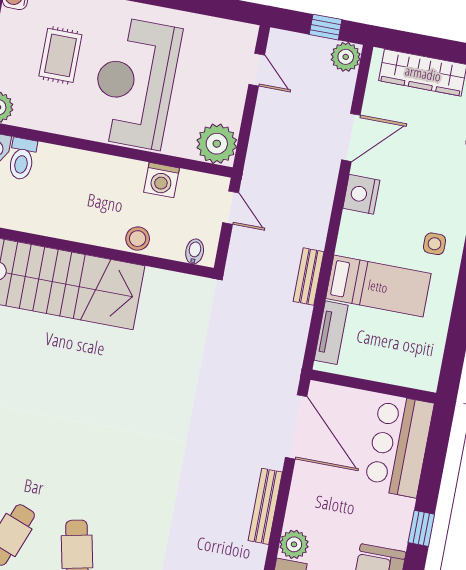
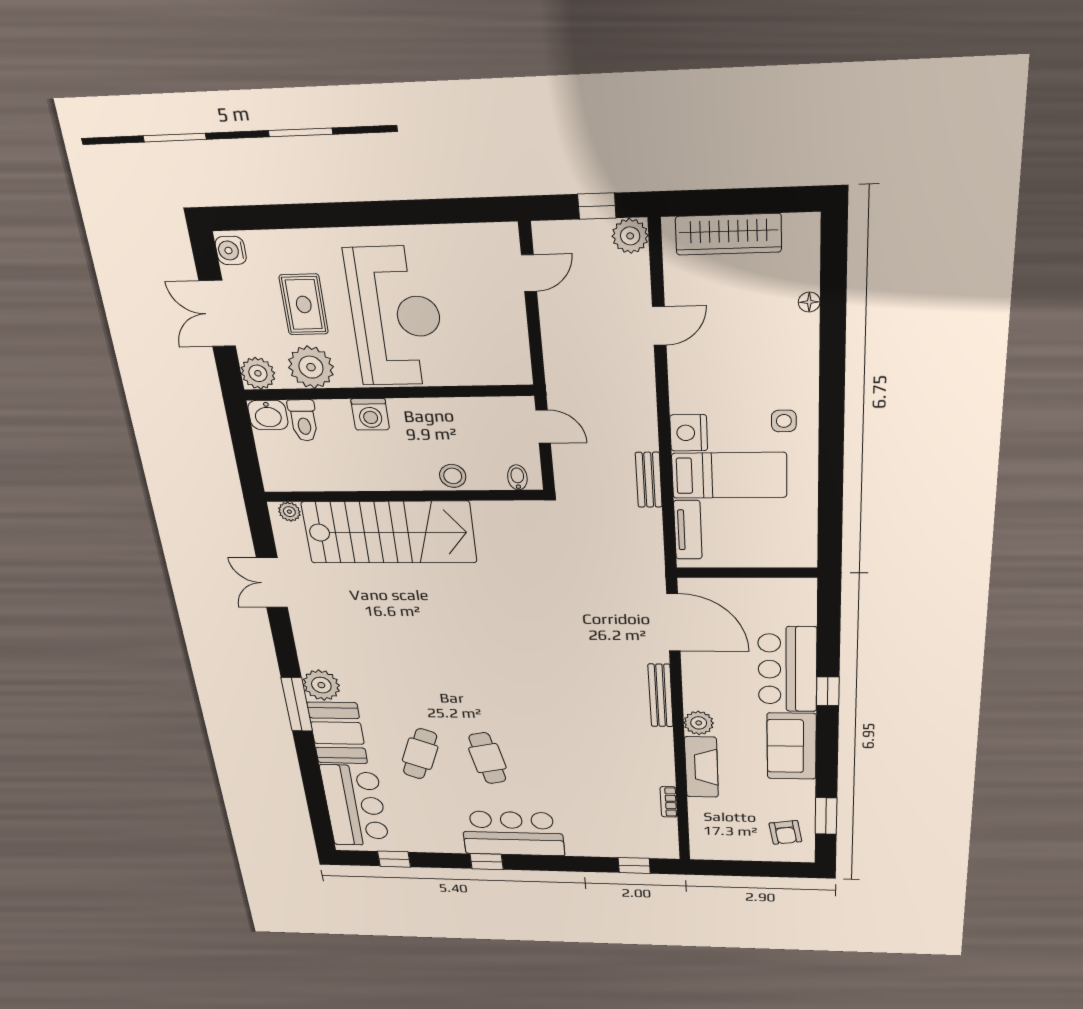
door: (257, 70) -> (529, 273), hinge flipped
reception desk: (135, 83) -> (396, 317), turned 180
door: (351, 137) -> (659, 326), width x0.73
plant: (217, 144) -> (311, 367), moved
washing machine: (162, 180) -> (370, 414), moved
nightstand: (361, 194) -> (689, 433), moved
bar counter: (399, 446) -> (787, 669), moved

